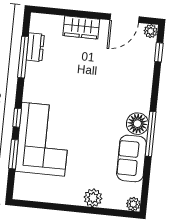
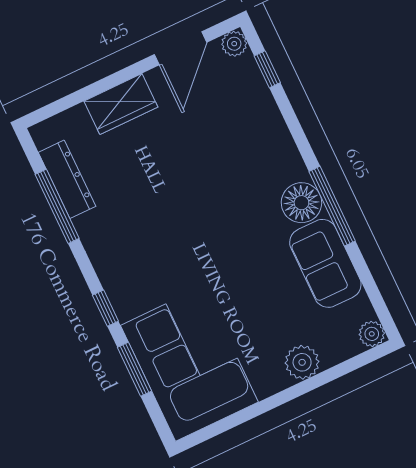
dresser: (35, 47) -> (67, 179), width x1.44
corner sofa: (43, 139) -> (189, 364), moved

